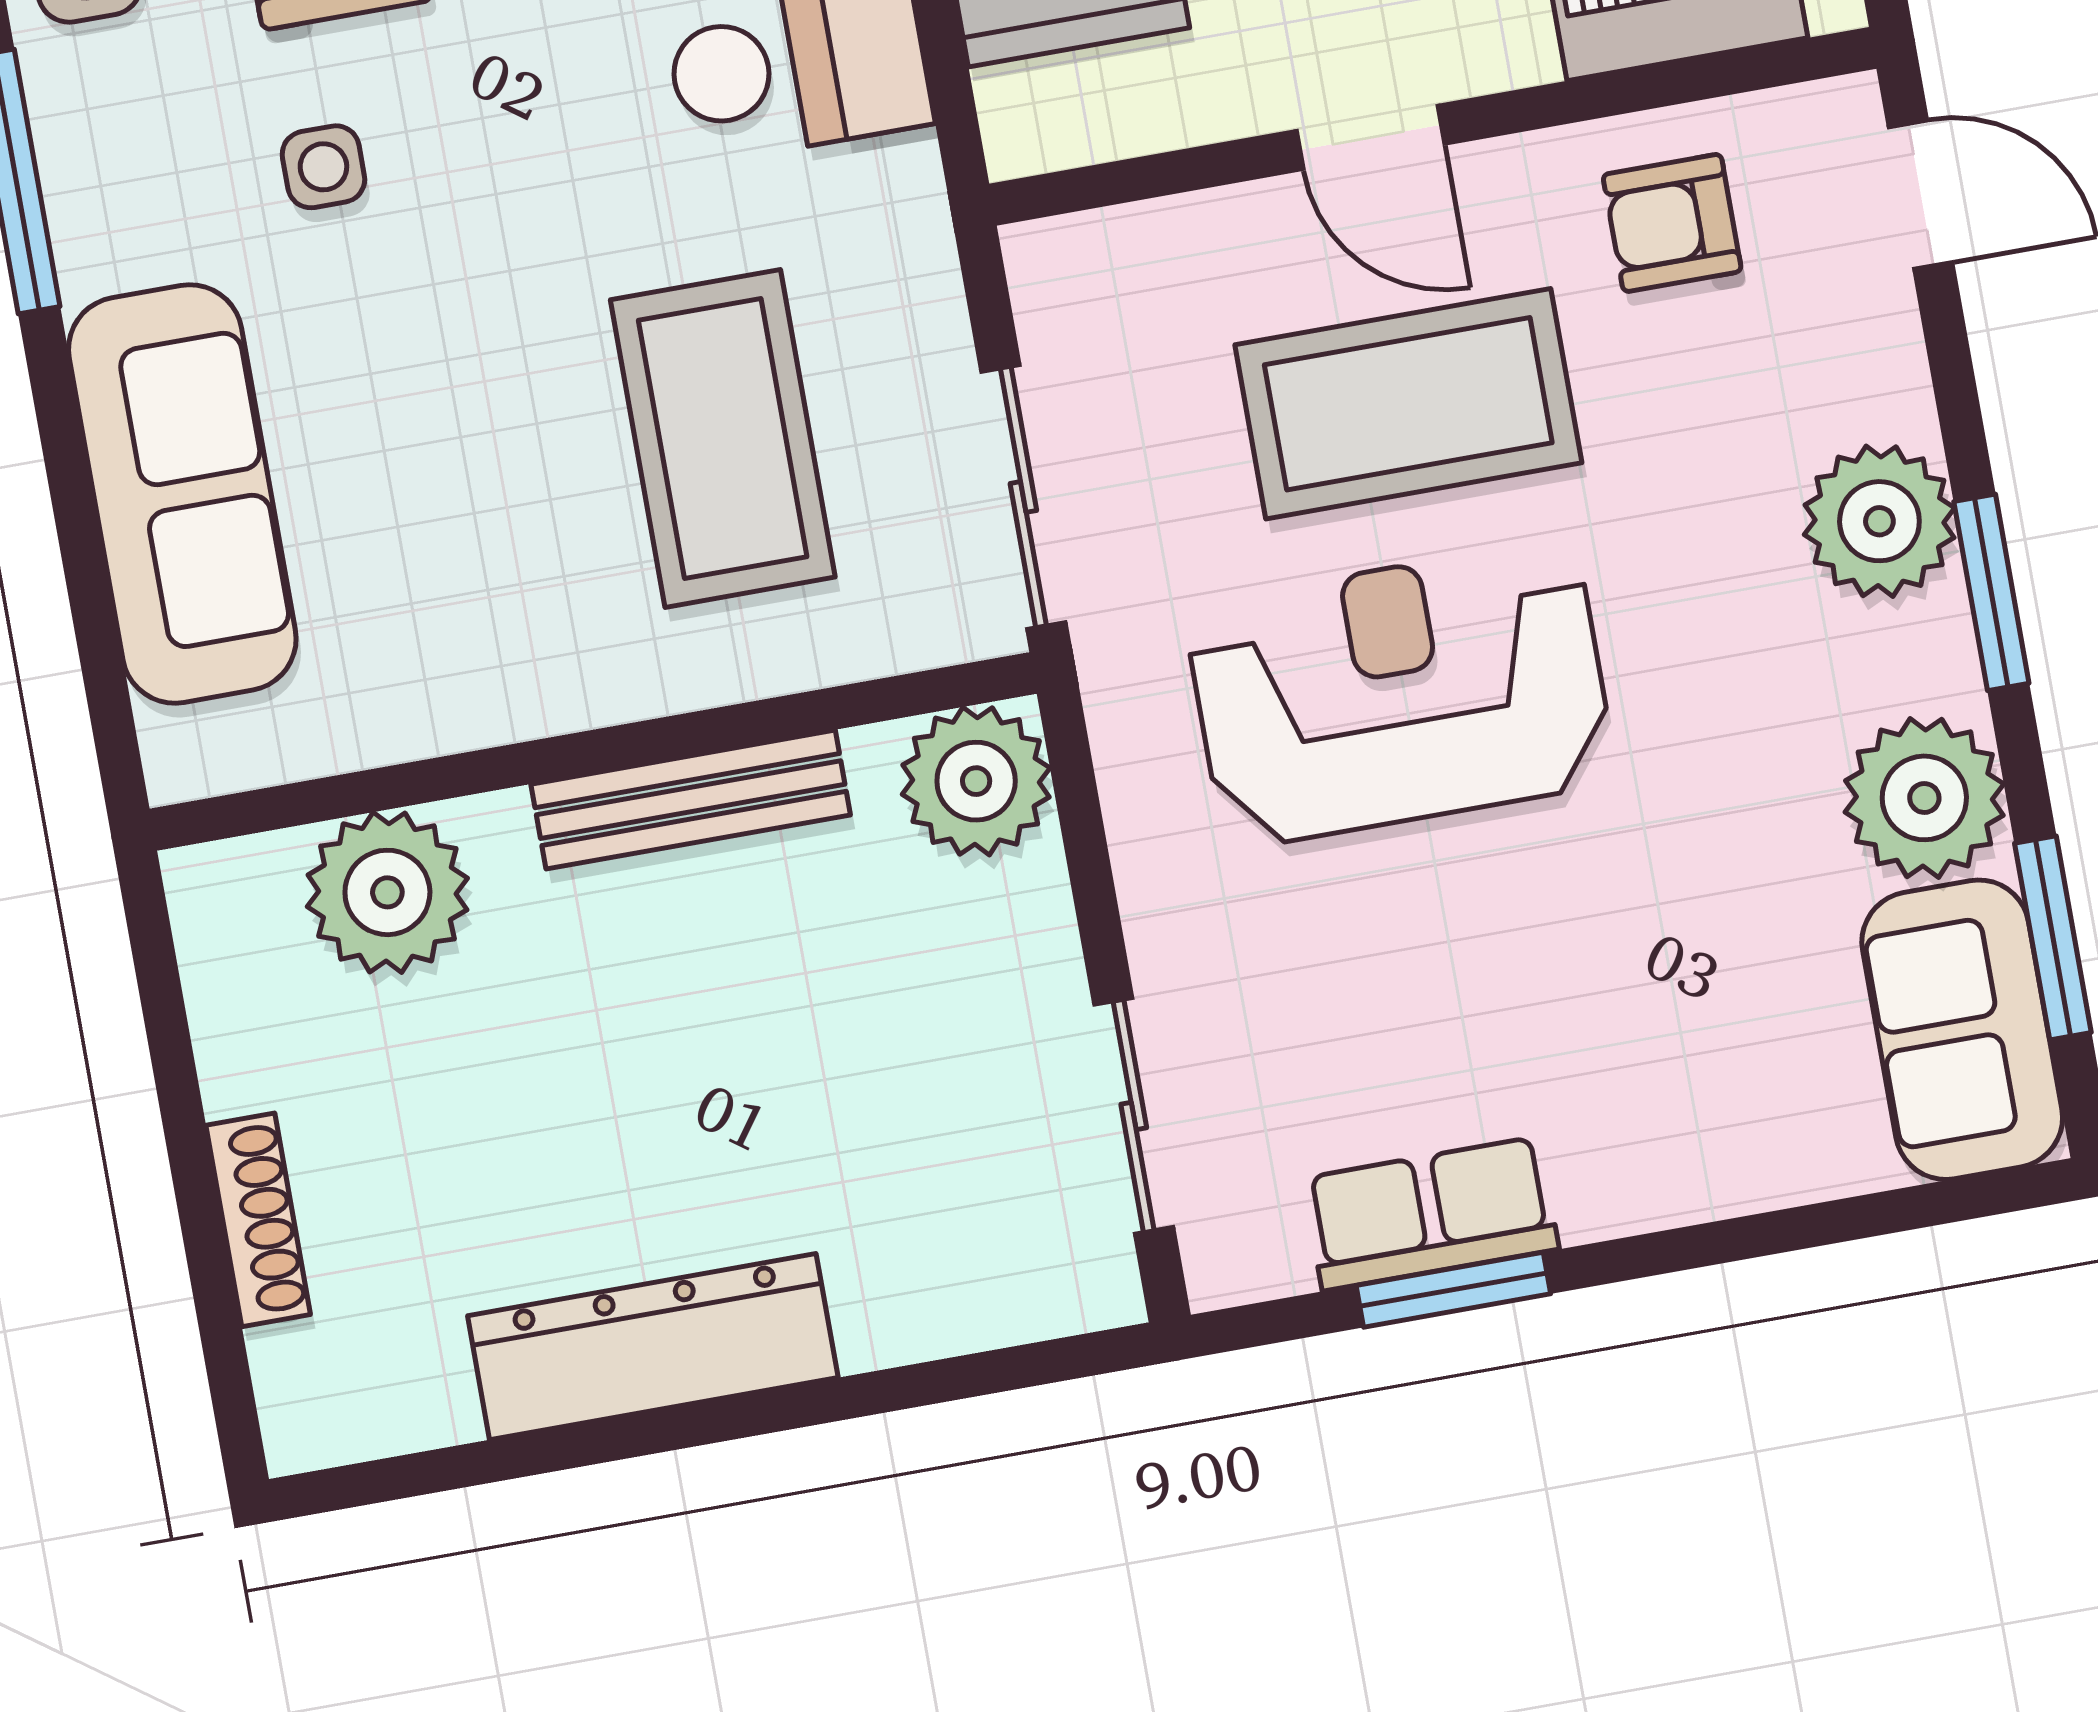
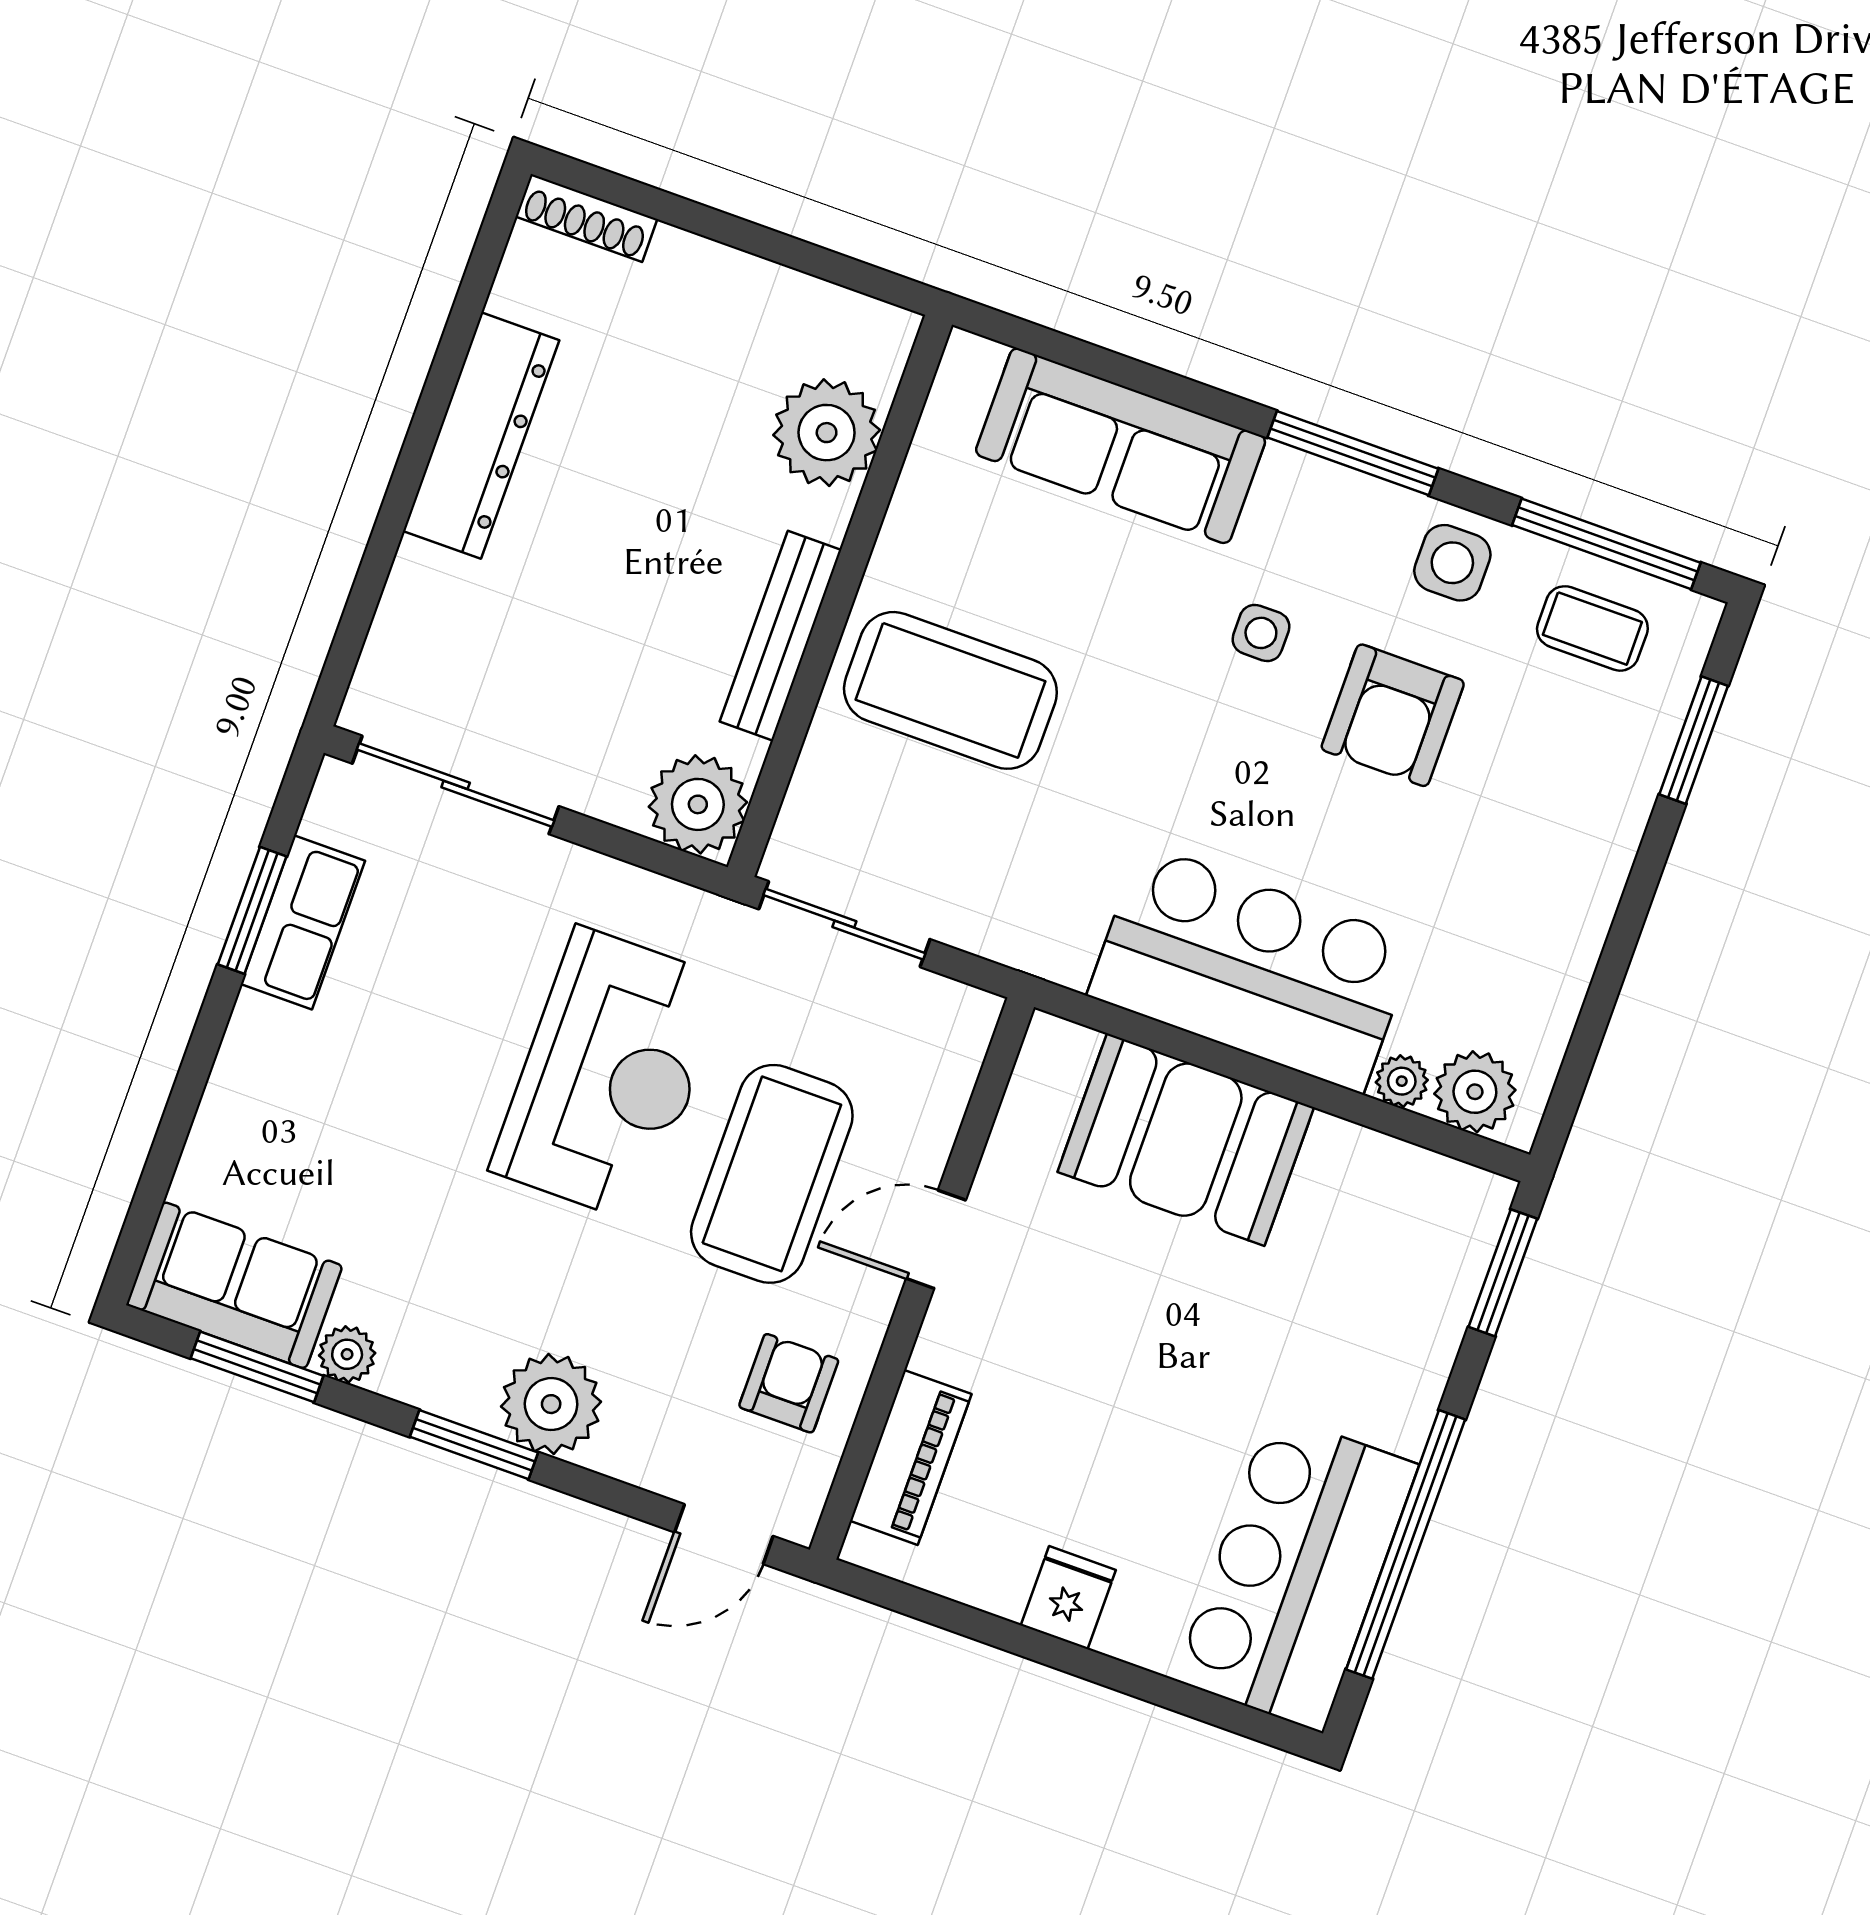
coffee table: (723, 438) -> (950, 690), moved
plant: (1924, 798) -> (347, 1354), width x0.53, depth x0.53
sliding door: (1134, 1116) -> (456, 785), width x1.37
shoe rack: (258, 1220) -> (586, 218), moved

